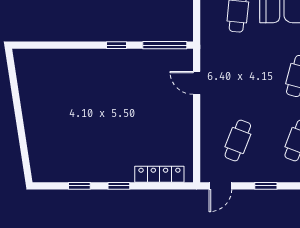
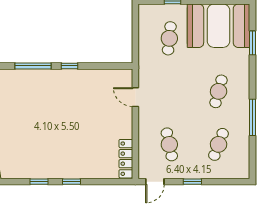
window: (165, 45) -> (33, 66), moved
cafe table: (238, 141) -> (169, 144), turned -33
locker: (159, 174) -> (126, 159), moved, turned -90

